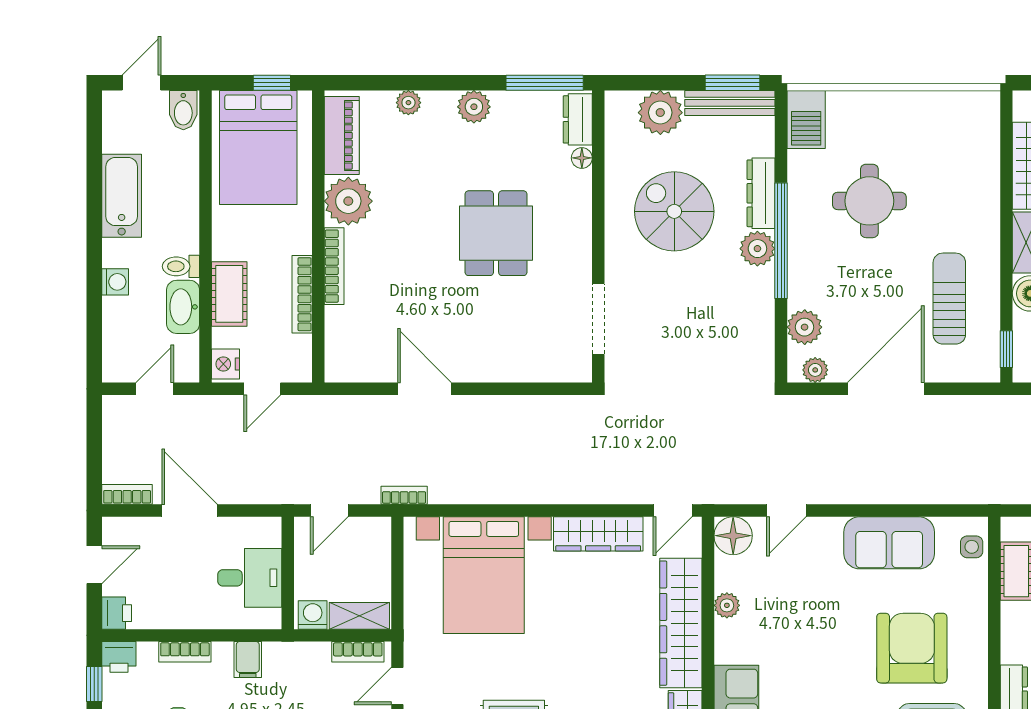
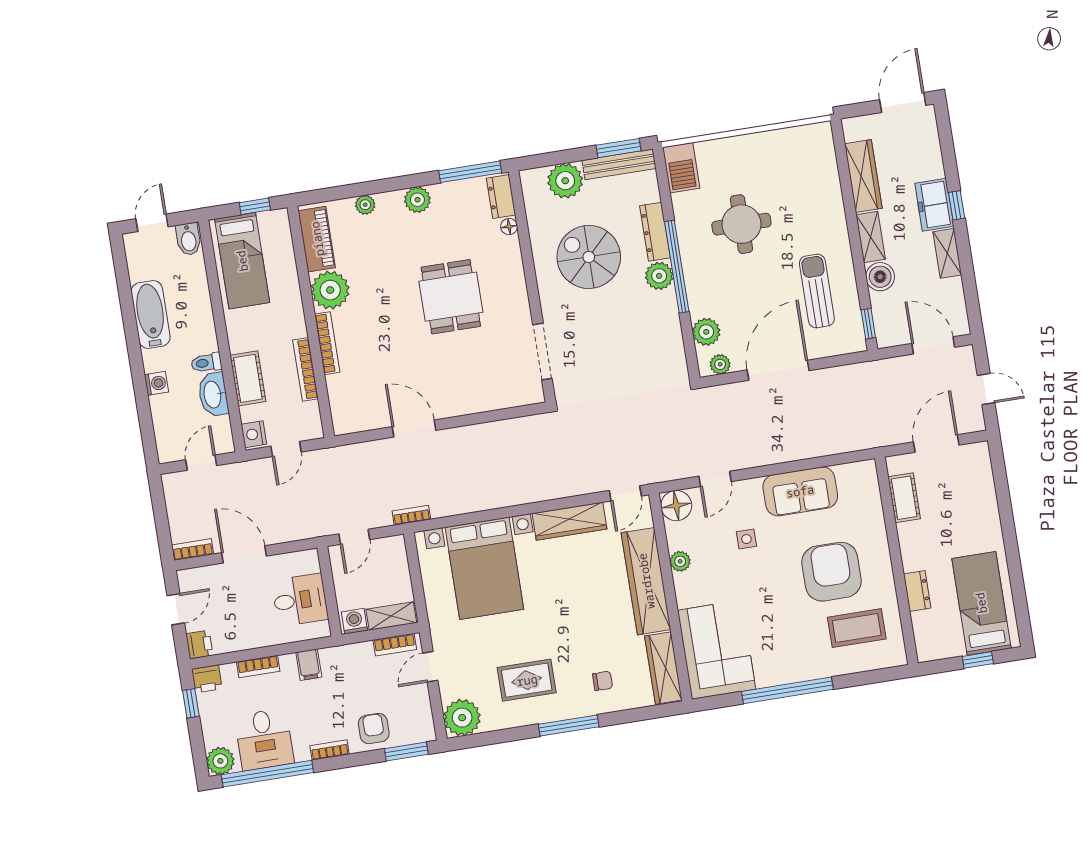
bed: (258, 147) -> (242, 261), width x0.67
side table: (972, 547) -> (746, 539), moved

